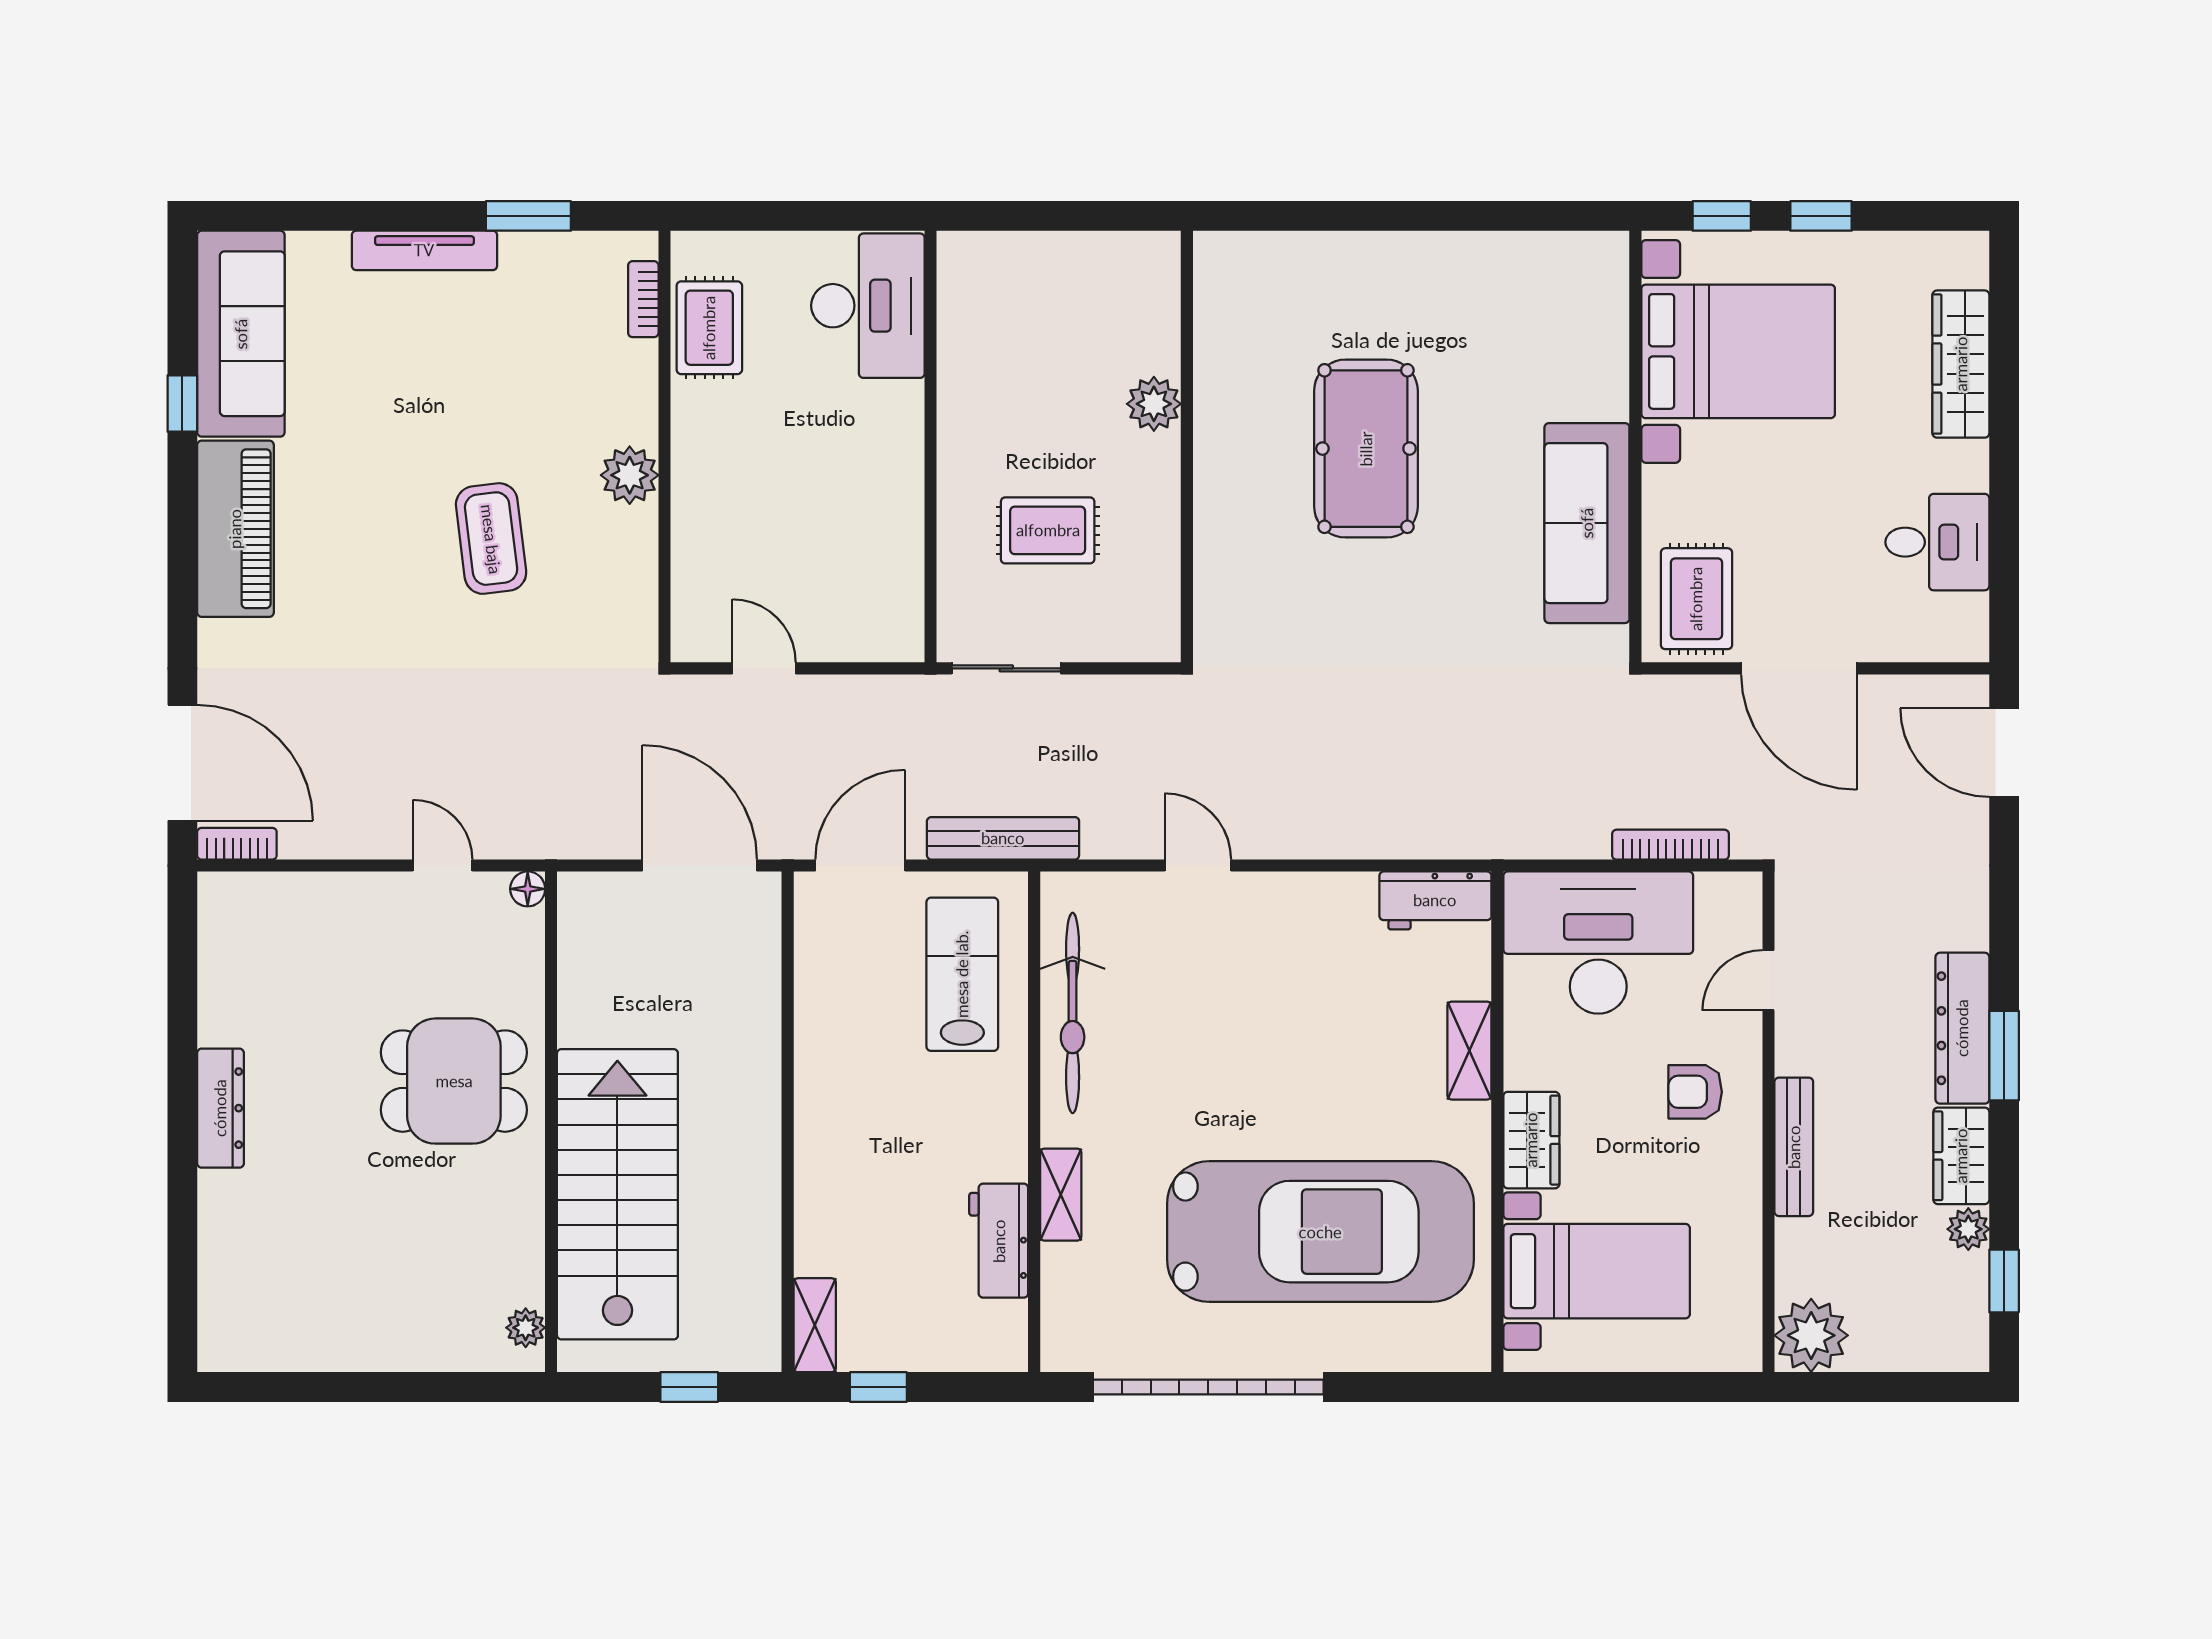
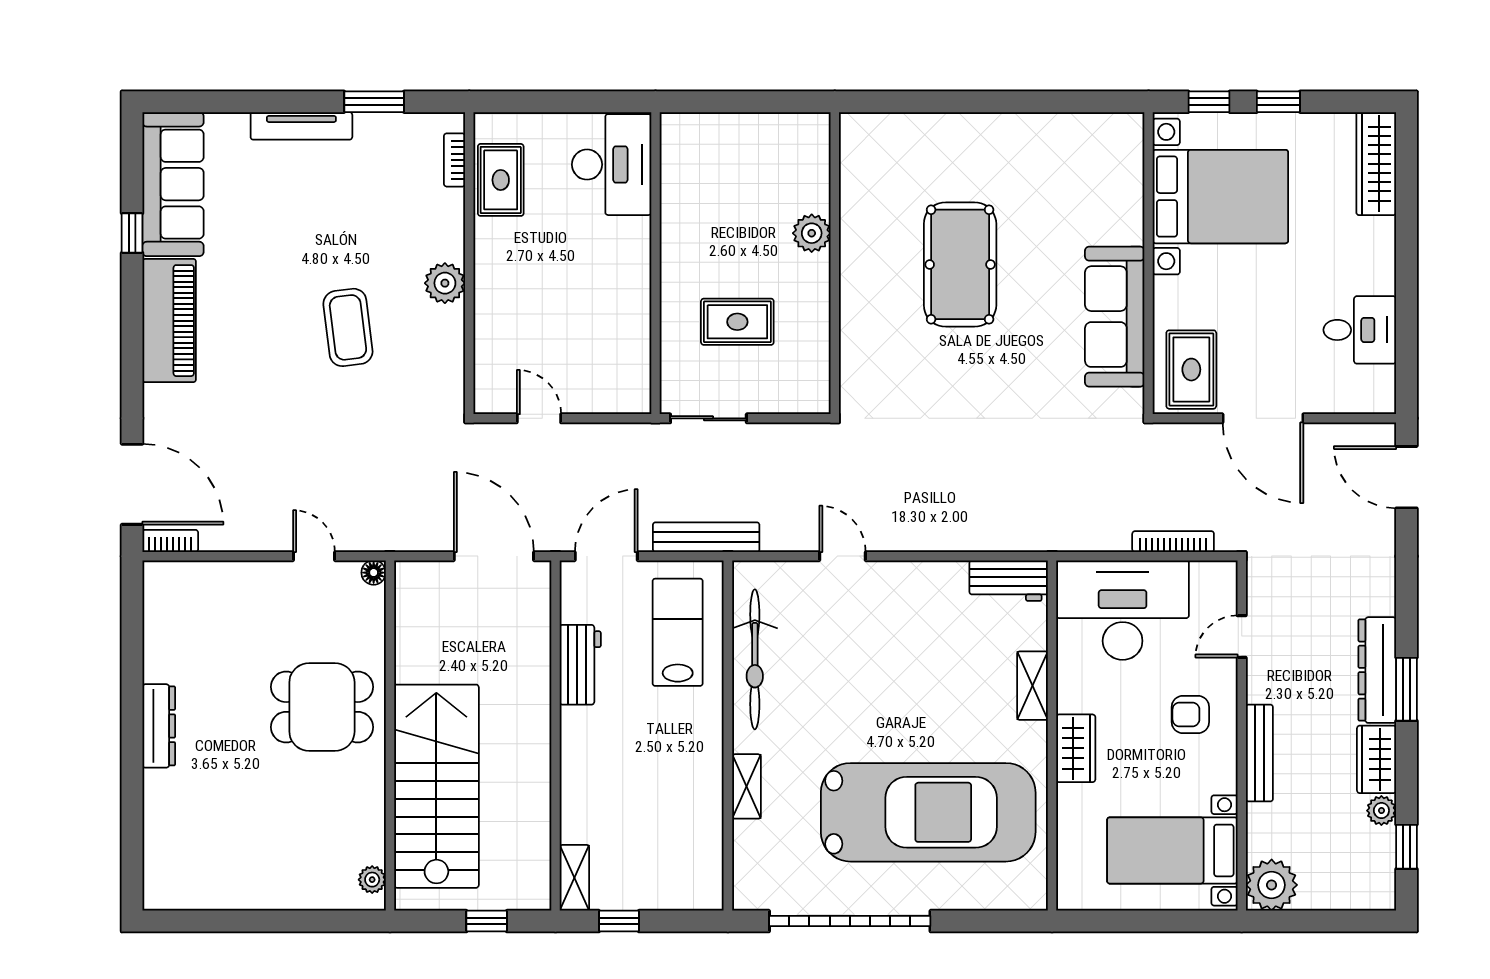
wardrobe: (1961, 364) -> (1376, 164), moved
workbench: (999, 1241) -> (580, 665), moved, turned 180
bed with nightstands: (1597, 1271) -> (1172, 850), moved, turned 180

